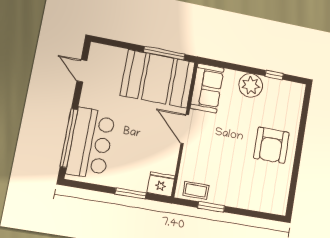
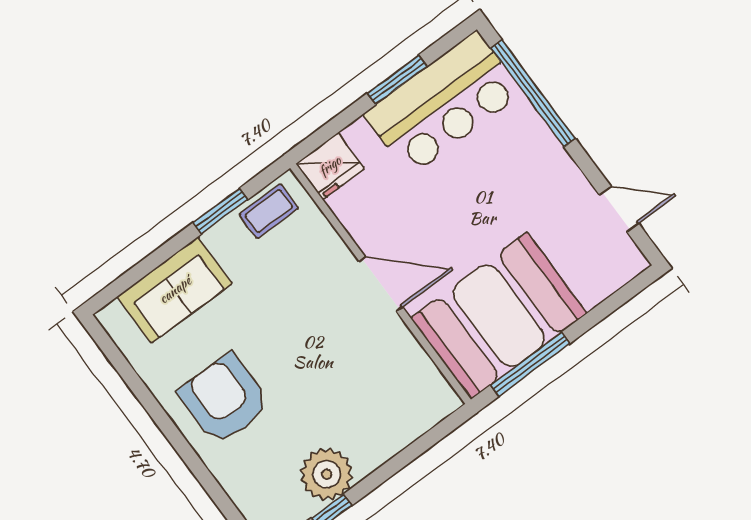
plant: (251, 85) -> (327, 474), moved
sofa: (207, 88) -> (175, 290), moved, turned -90
bar counter: (91, 143) -> (443, 103), moved, turned -90
window: (131, 193) -> (397, 80), moved

